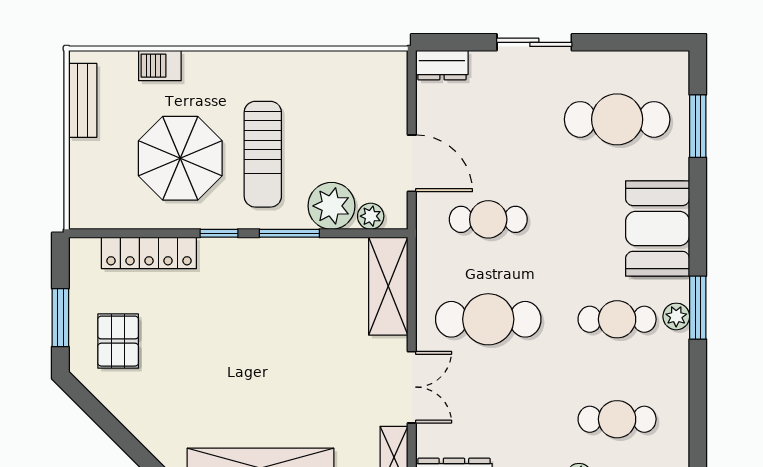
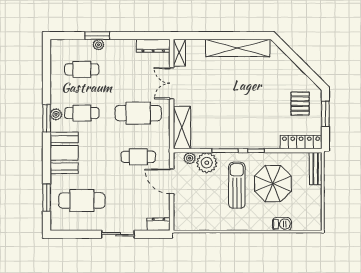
bench: (83, 100) -> (316, 169), moved
locker: (149, 253) -> (301, 142), moved

